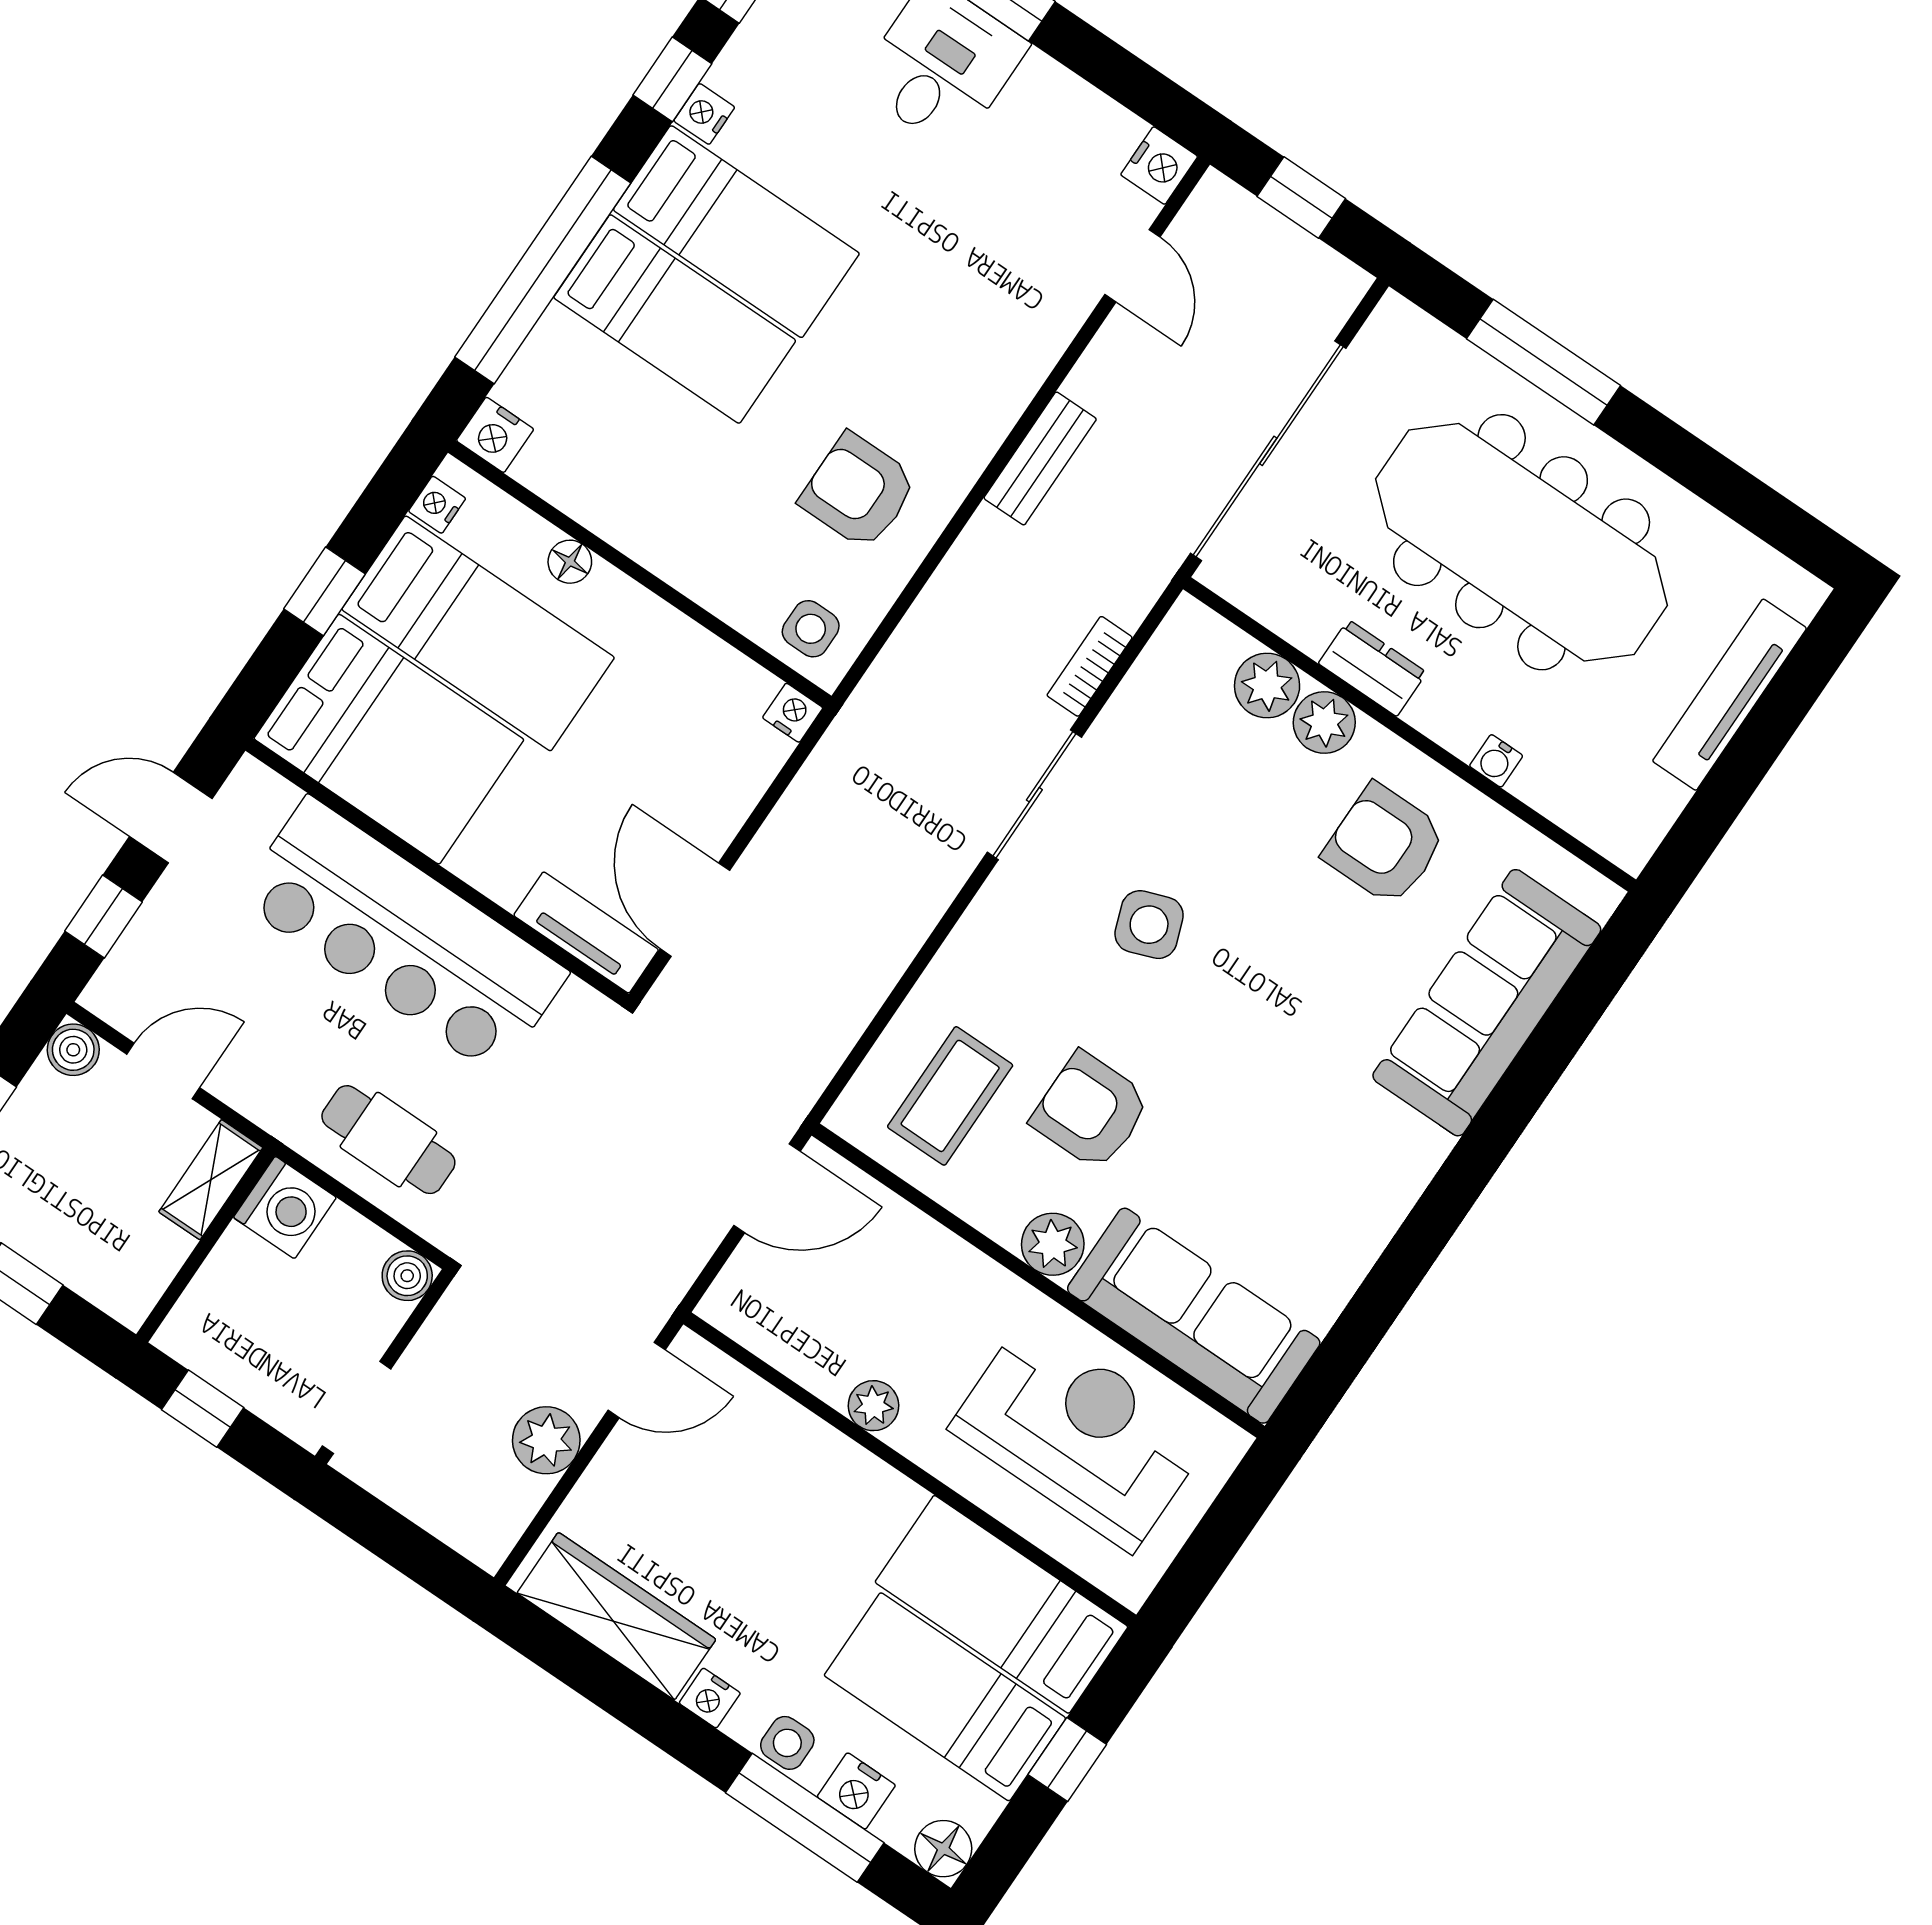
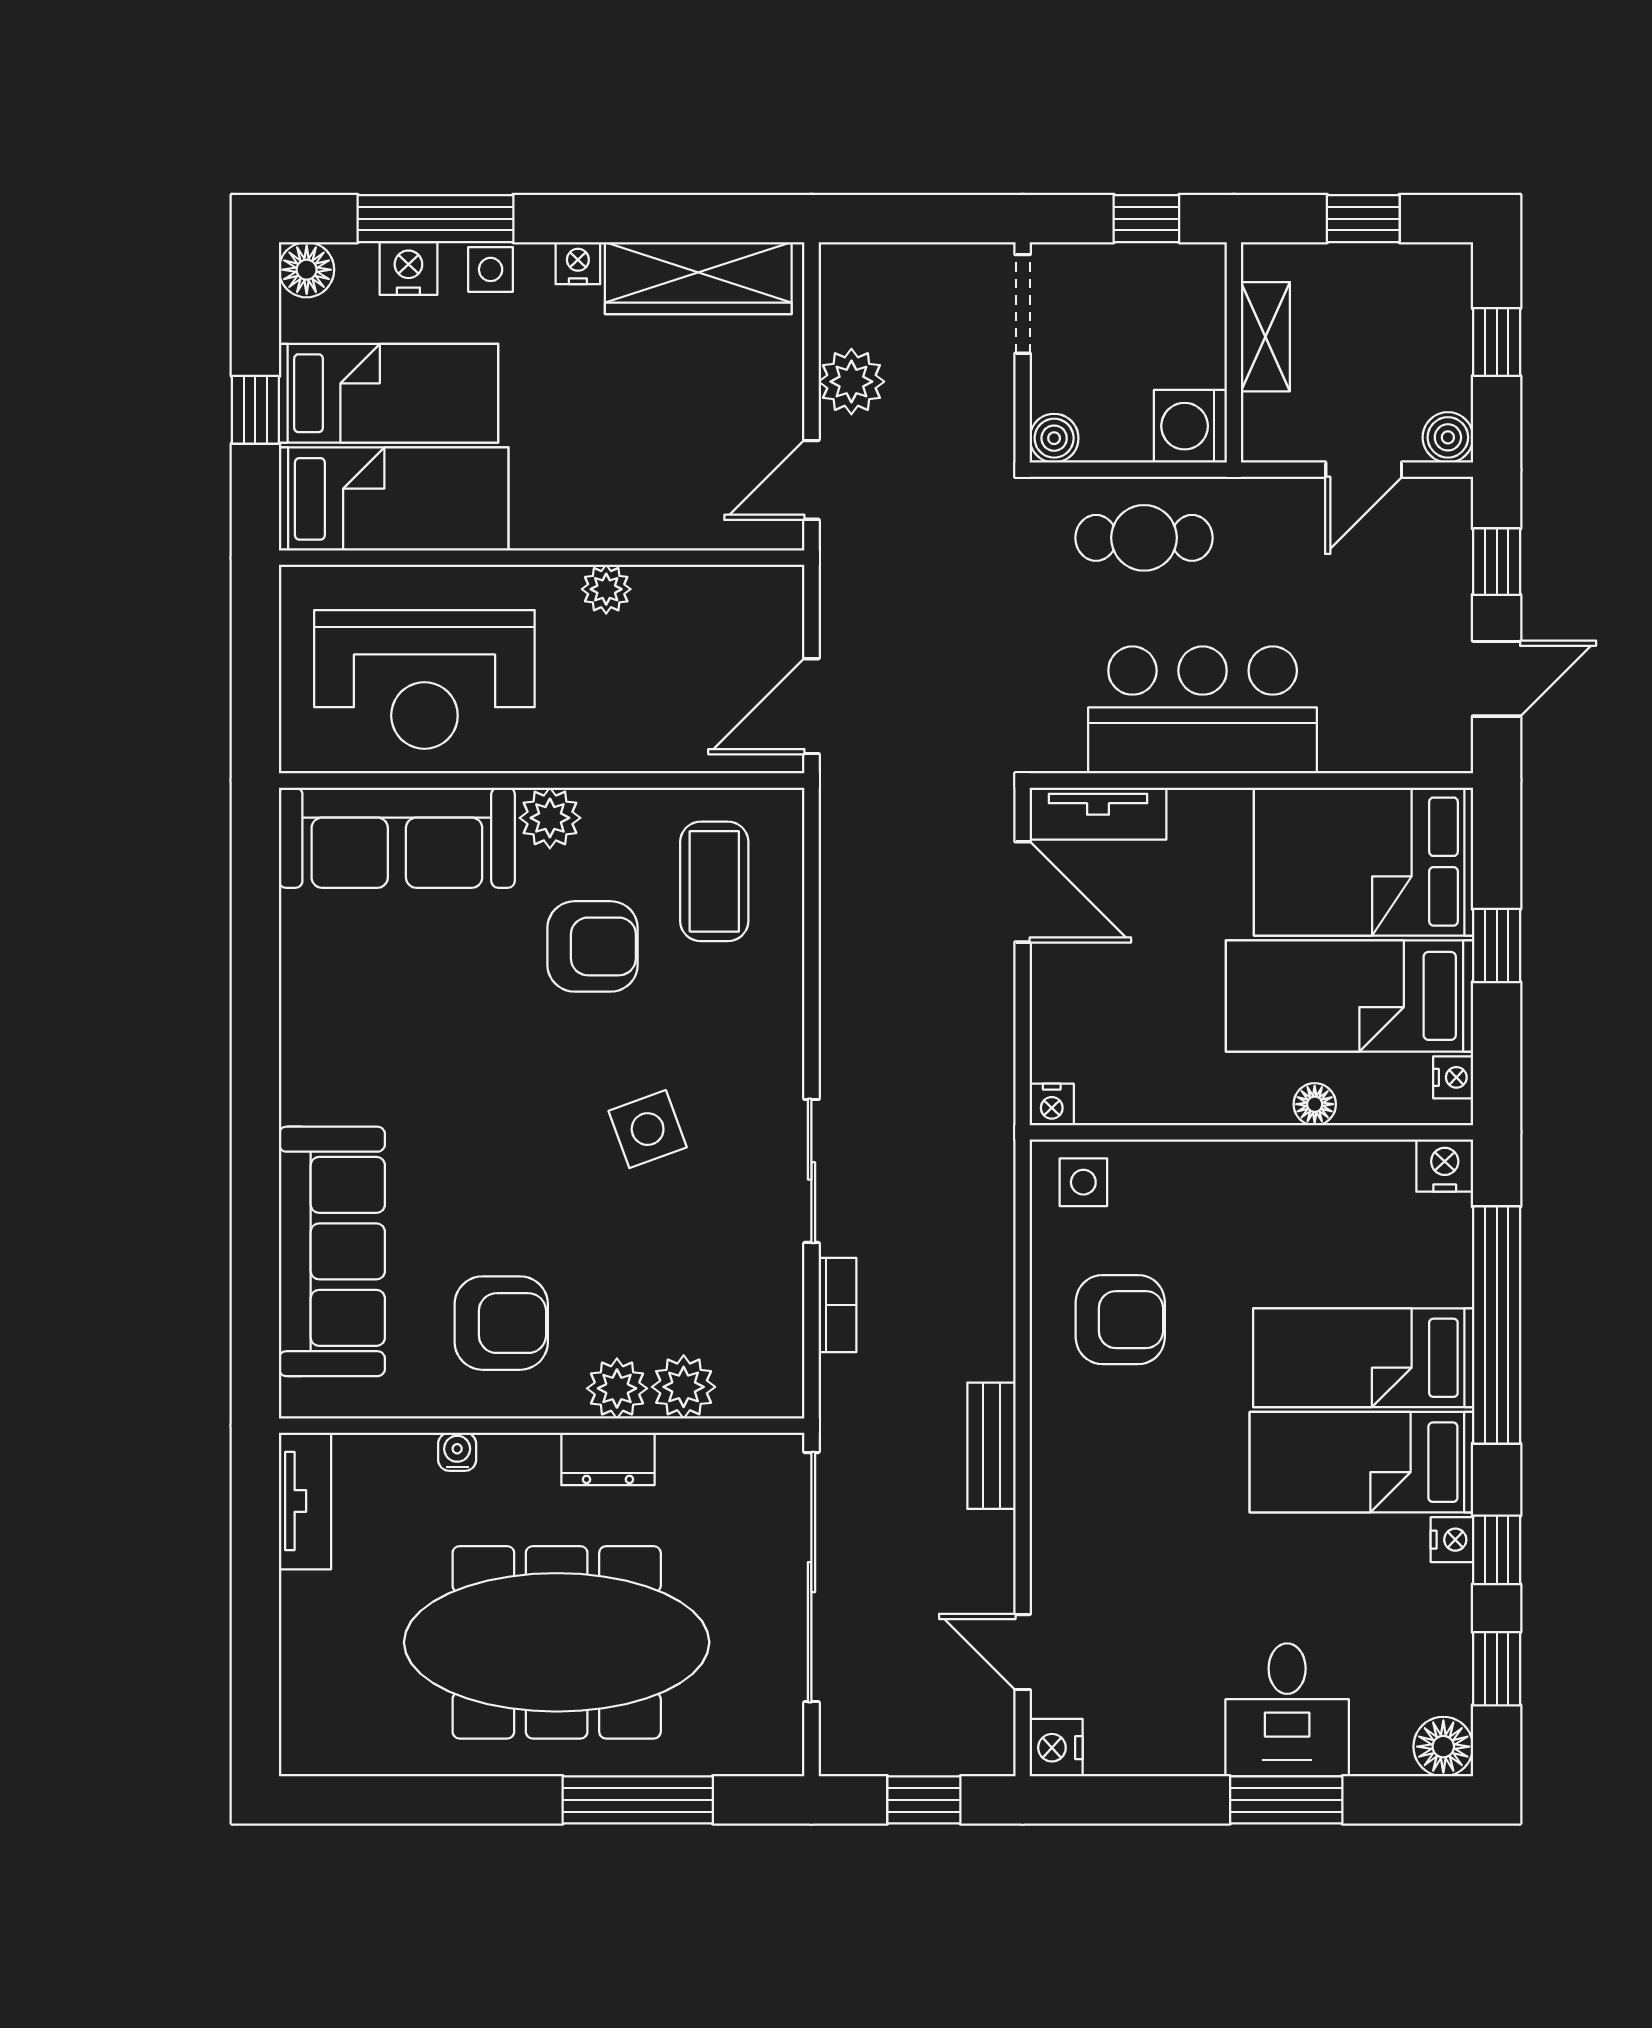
tv unit: (1730, 695) -> (305, 1501), moved, width x0.71
bar counter: (403, 936) -> (1203, 710), width x0.73
shelving: (211, 1180) -> (1265, 337), moved

